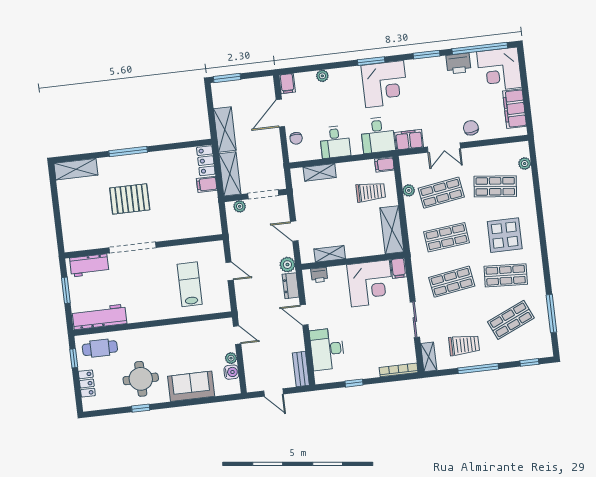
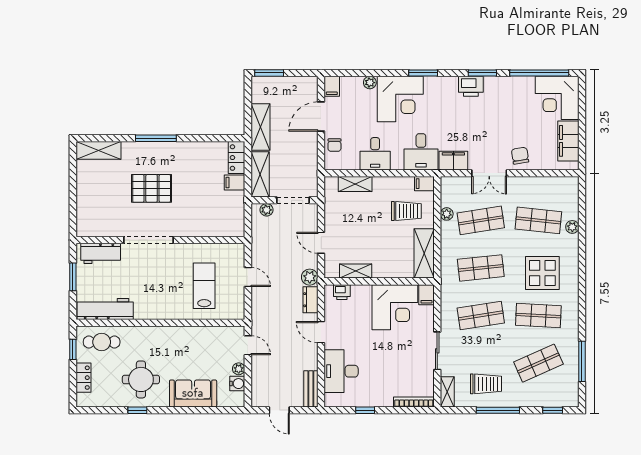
printer: (458, 63) -> (471, 86), moved
corner desk: (385, 84) -> (400, 99), moved
plant: (525, 164) -> (572, 227), moved

